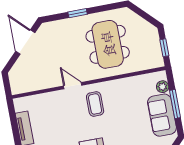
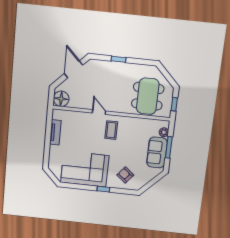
dining table: (108, 44) -> (148, 96), moved
floor lamp: (20, 83) -> (61, 99), added

